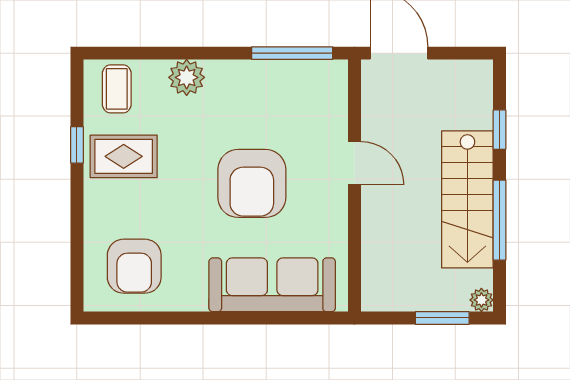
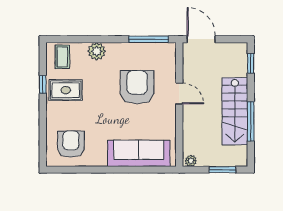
window: (500, 130) -> (251, 63), moved
armchair: (252, 183) -> (137, 87), moved, turned 180
armchair: (134, 266) -> (71, 144), turned 180
plant: (481, 300) -> (191, 161), moved

